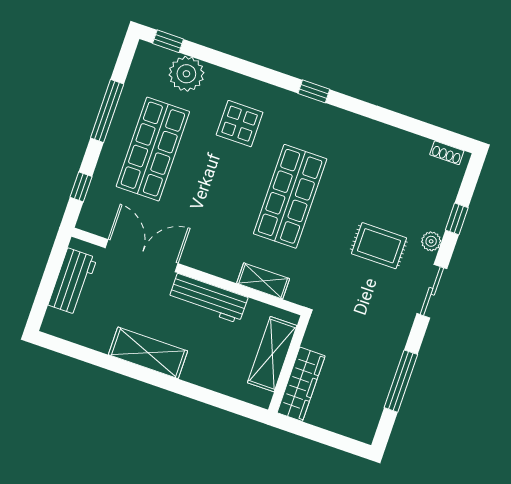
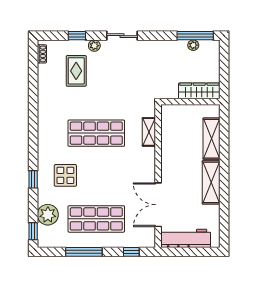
window: (314, 91) -> (33, 179), moved
rug: (379, 246) -> (76, 71), moved
workbench: (73, 281) -> (186, 238), width x1.38
workbench: (208, 298) -> (169, 159), removed
shelving: (272, 354) -> (212, 139), moved, turned 90
window: (401, 381) -> (195, 36), moved
plant: (377, 400) -> (193, 45), added

